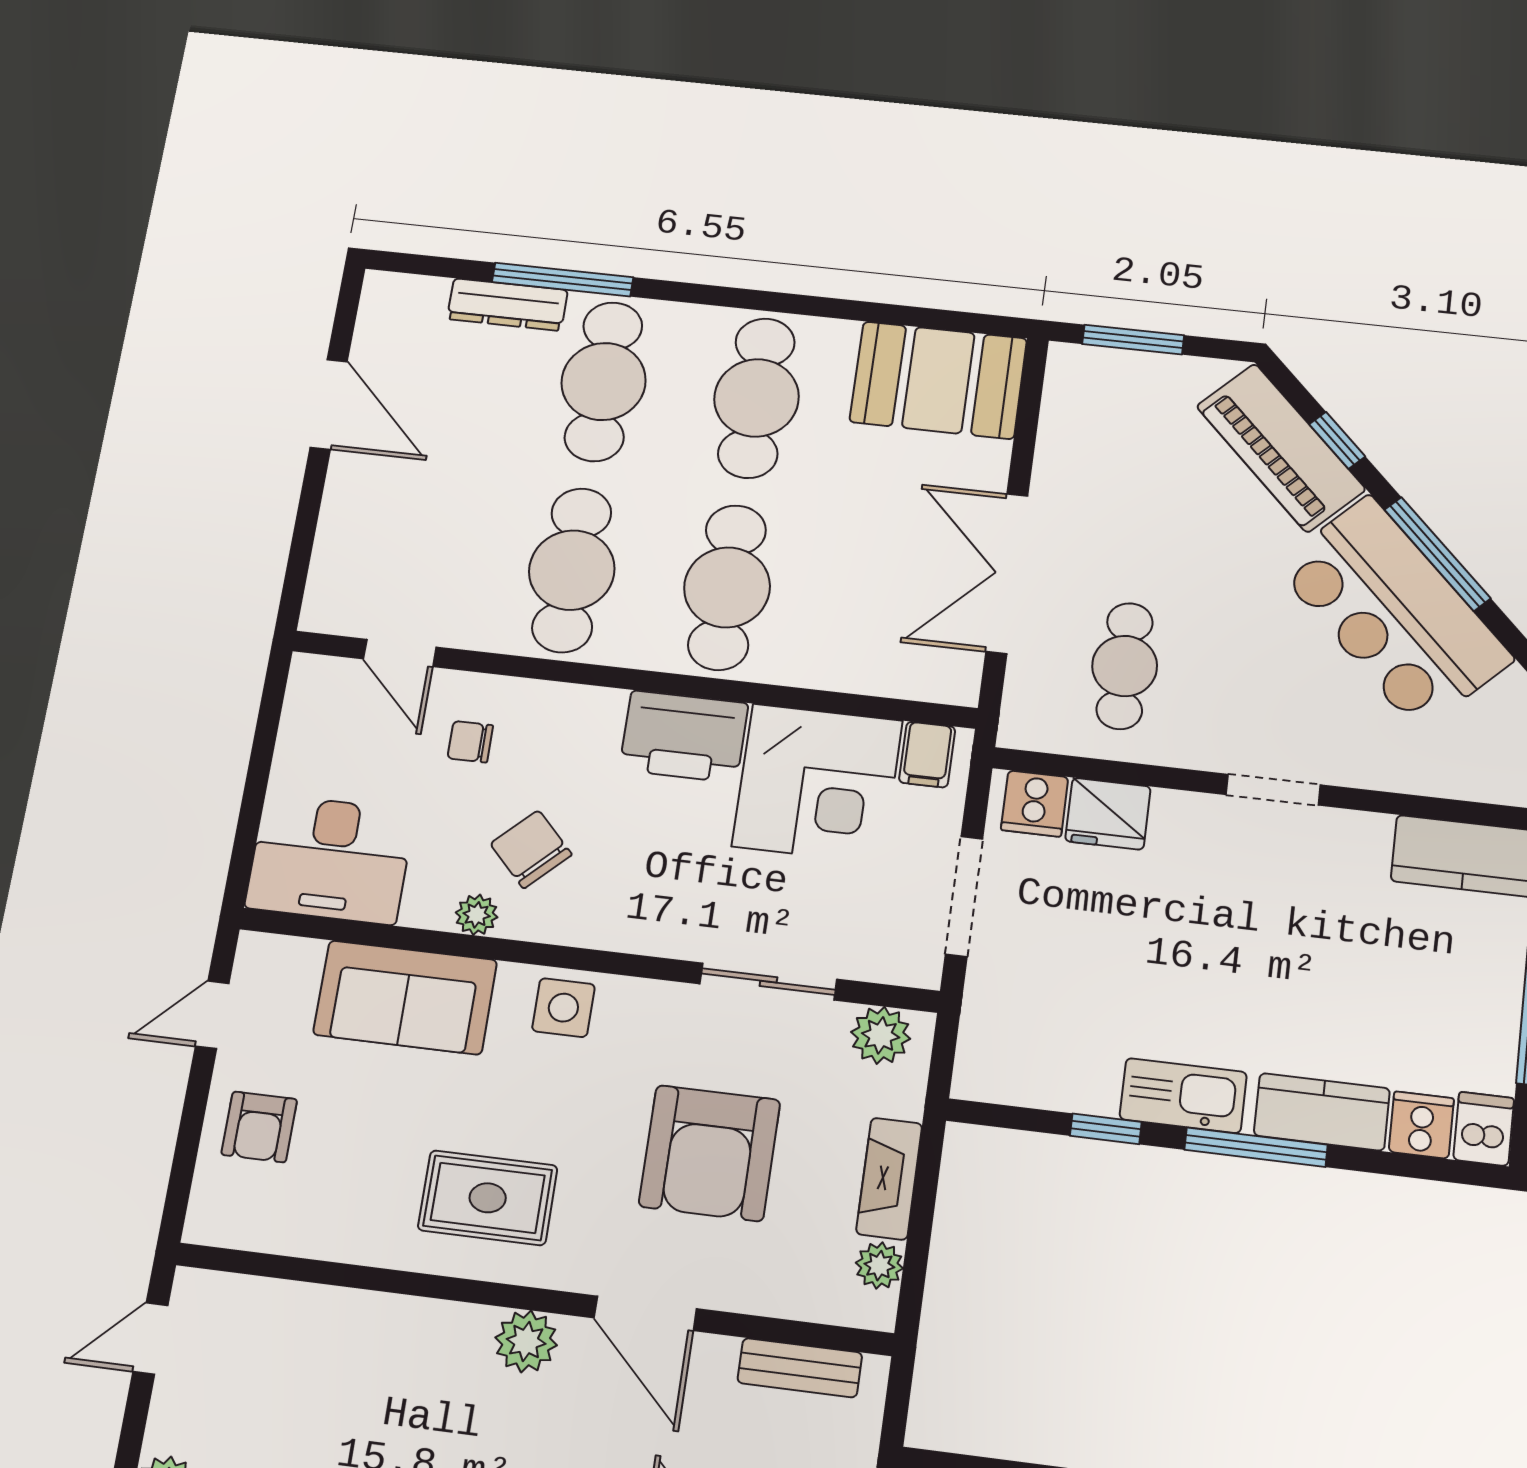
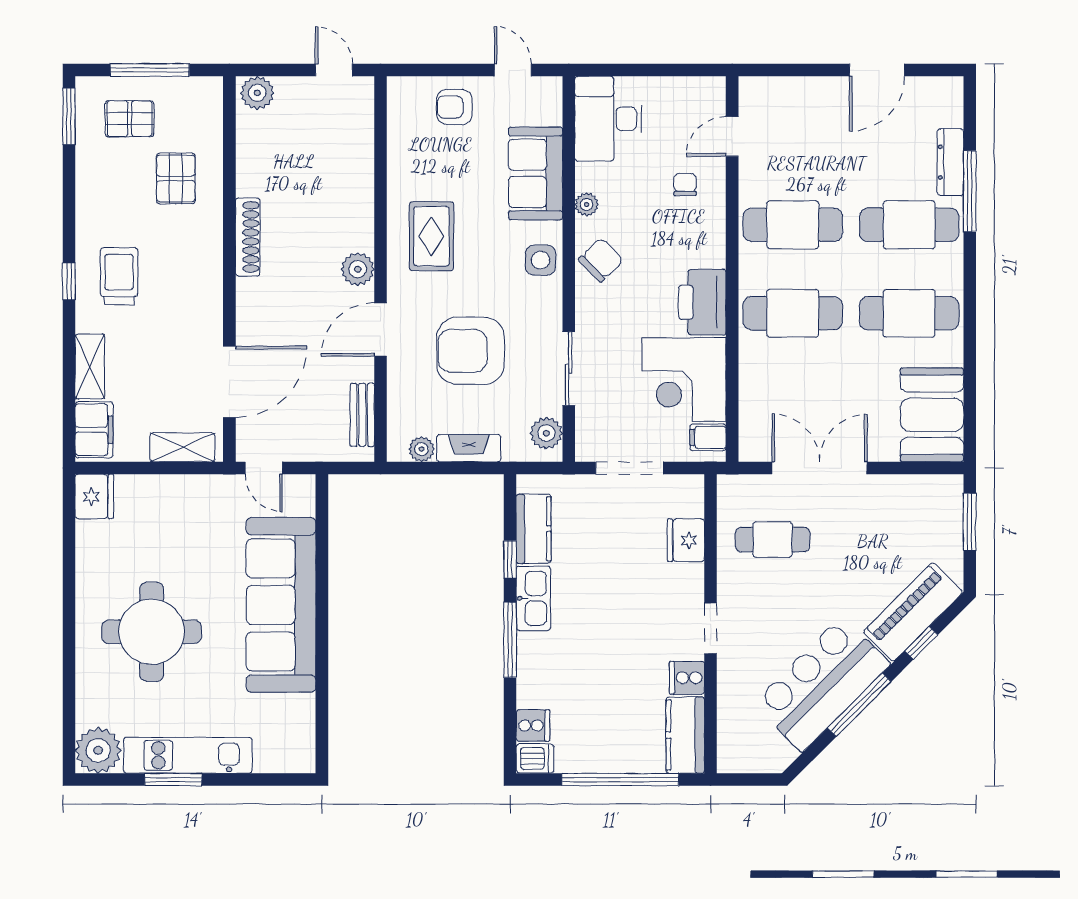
cooker: (1035, 804) -> (687, 678), moved
chair: (531, 849) -> (601, 260), moved
kitchen counter: (1322, 1112) -> (534, 529), moved

